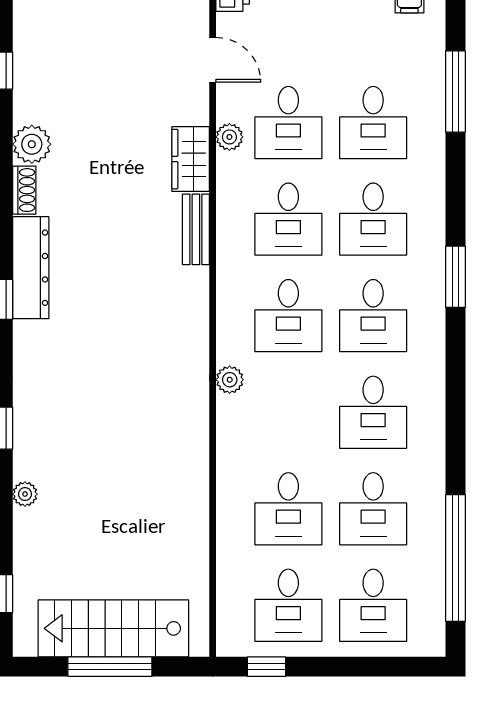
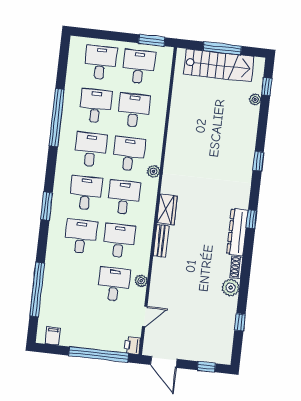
door: (213, 60) -> (145, 316), swing flipped
window: (455, 91) -> (37, 290), width x1.46
desk: (373, 123) -> (129, 154), moved
wardrobe: (191, 159) -> (167, 209), moved
plant: (25, 494) -> (255, 100), moved
window: (455, 558) -> (57, 118), moved
window: (267, 667) -> (152, 40), width x1.50

